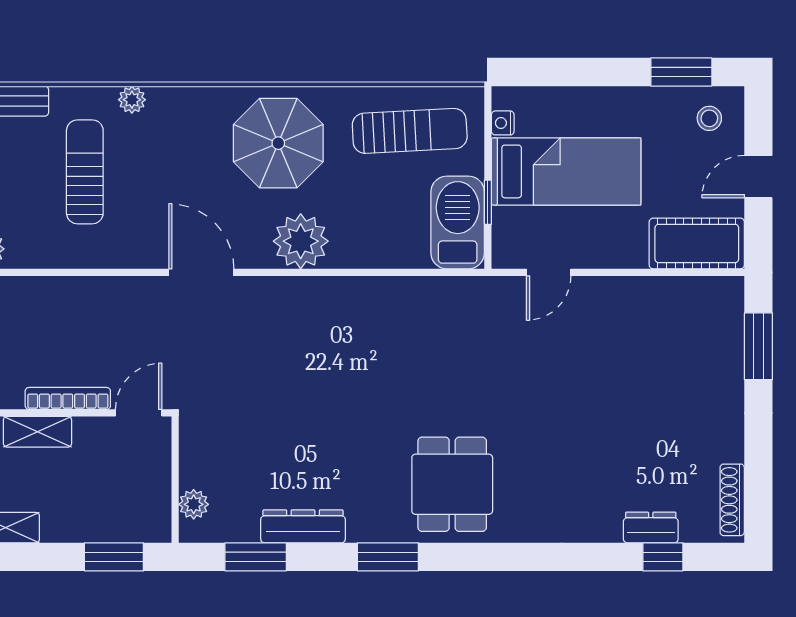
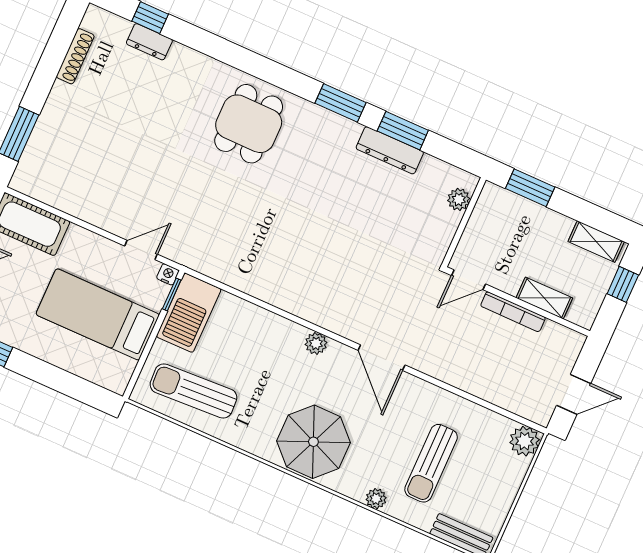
nightstand: (503, 123) -> (168, 274), moved, turned -90
parasol: (278, 143) -> (313, 442), moved
window: (488, 202) -> (172, 294), moved
plant: (301, 241) -> (316, 343), width x0.53, depth x0.53
dining table: (452, 484) -> (249, 124), moved
shoe rack: (732, 500) -> (75, 56), moved
window: (256, 557) -> (403, 131), moved

